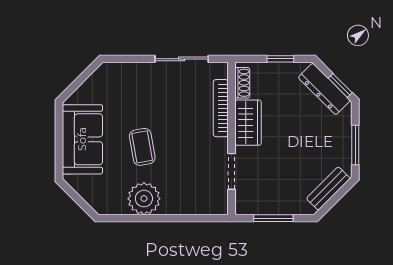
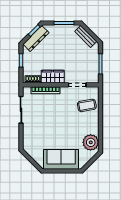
coffee table: (142, 147) -> (87, 105), moved
plant: (144, 199) -> (91, 142), moved

